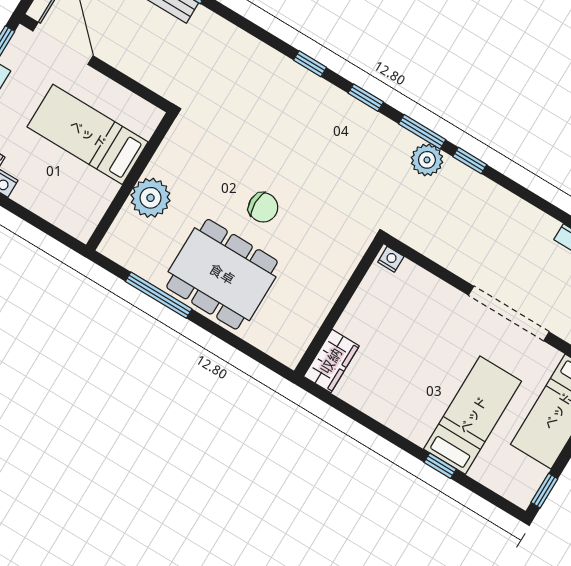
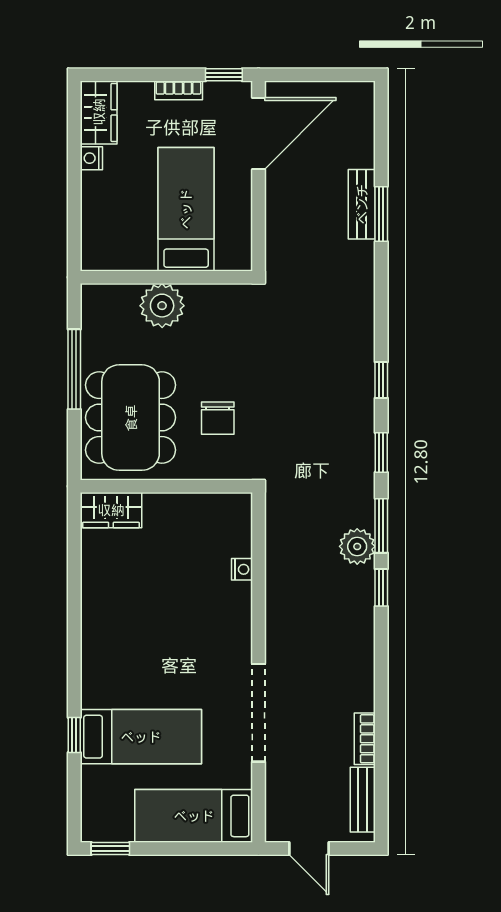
wall: (339, 307) -> (166, 486), moved
wardrobe: (331, 361) -> (111, 510), moved

